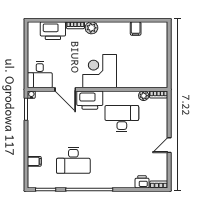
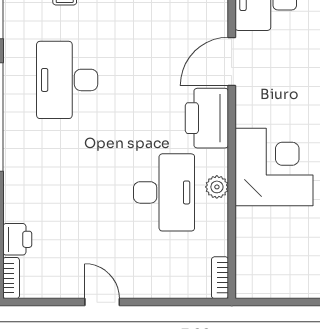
corner desk: (100, 71) -> (274, 167), moved
plant: (144, 96) -> (217, 187), moved

